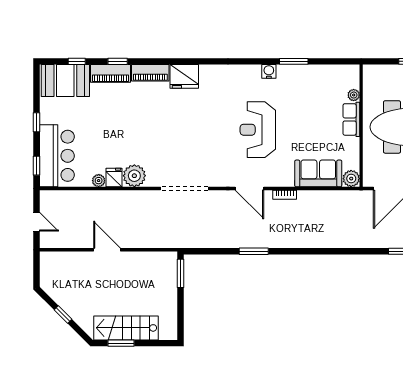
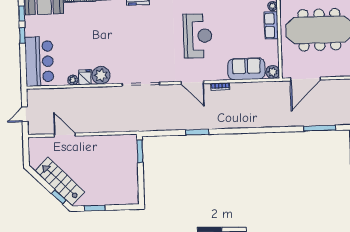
reception desk: (258, 130) -> (198, 36), turned 180
window: (37, 166) -> (22, 13), moved
door: (37, 222) -> (25, 114), swing flipped
door: (107, 250) -> (65, 135), moved
window: (63, 315) -> (59, 197), moved
stairs: (126, 328) -> (60, 181), moved, turned 45

